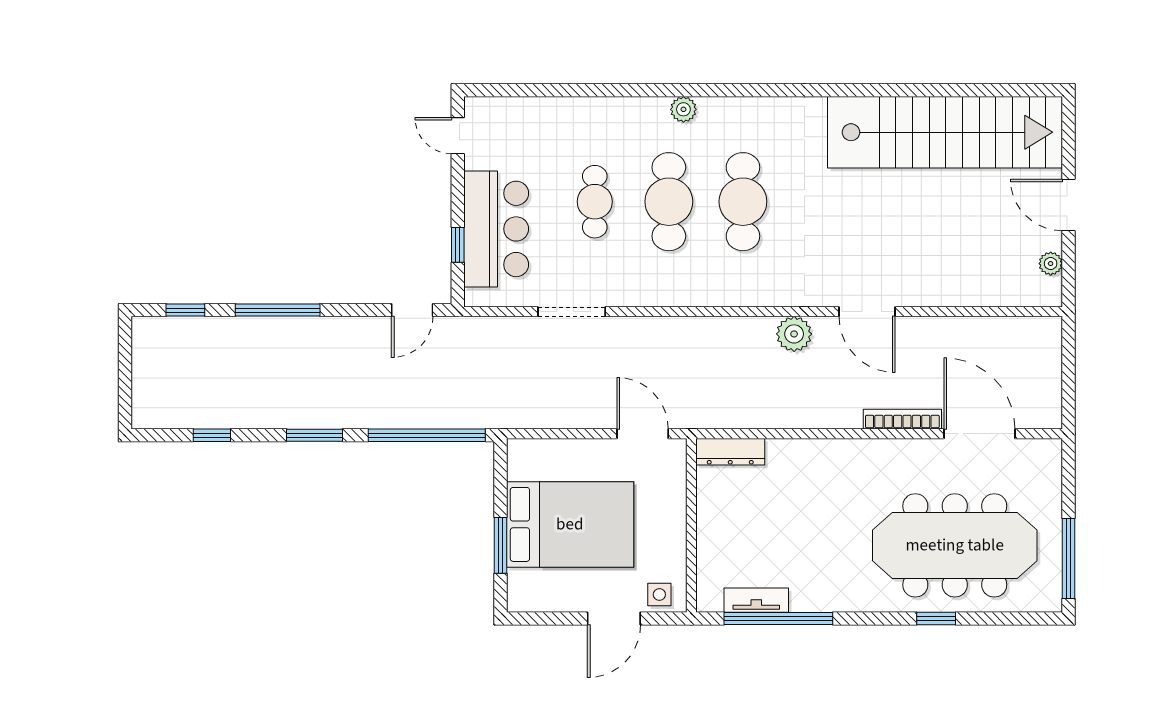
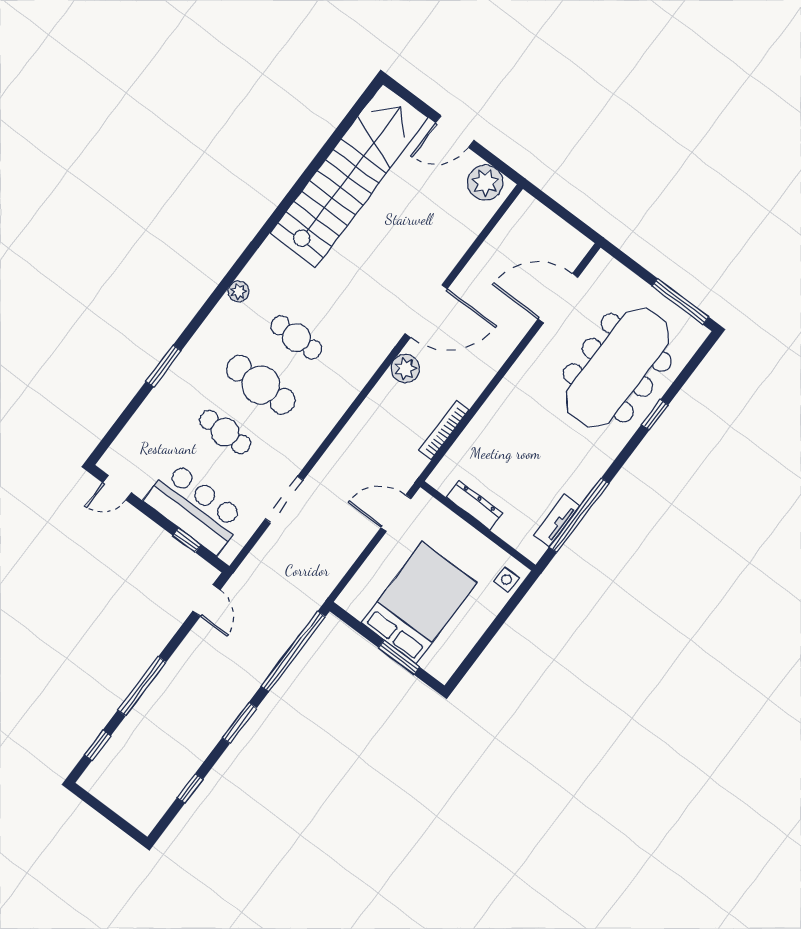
window: (614, 90) -> (163, 366), added
plant: (683, 109) -> (239, 292), moved
cafe table: (743, 202) -> (296, 338), width x0.73, depth x0.74
plant: (1051, 264) -> (485, 183), width x1.88, depth x1.88
door: (867, 312) -> (426, 311), width x1.36
bookcase: (902, 419) -> (444, 430), moved
dresser: (730, 452) -> (474, 505), moved, turned -90
door: (614, 618) -> (500, 620), removed

